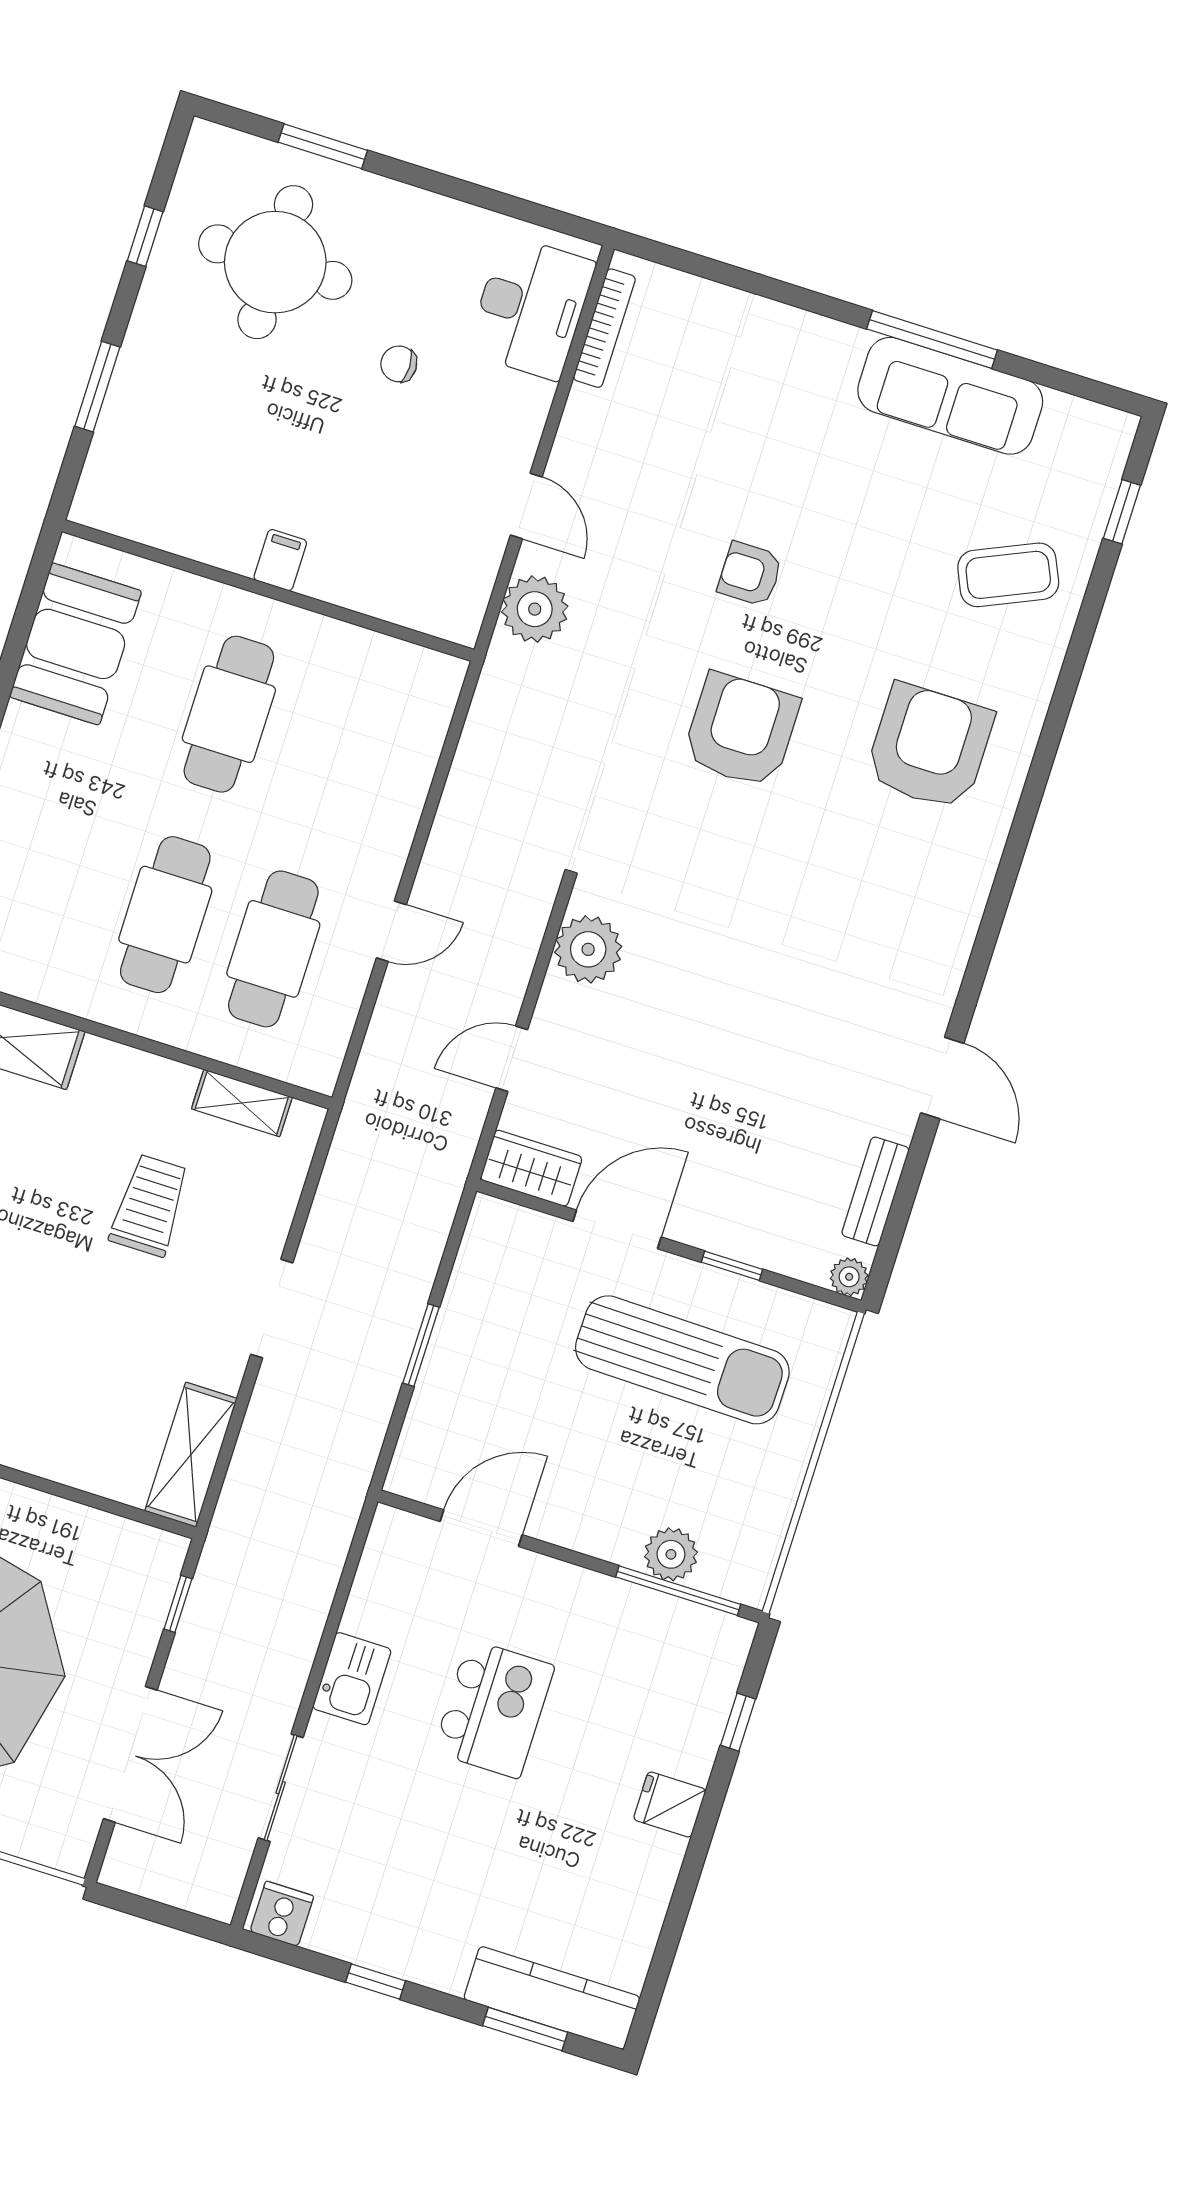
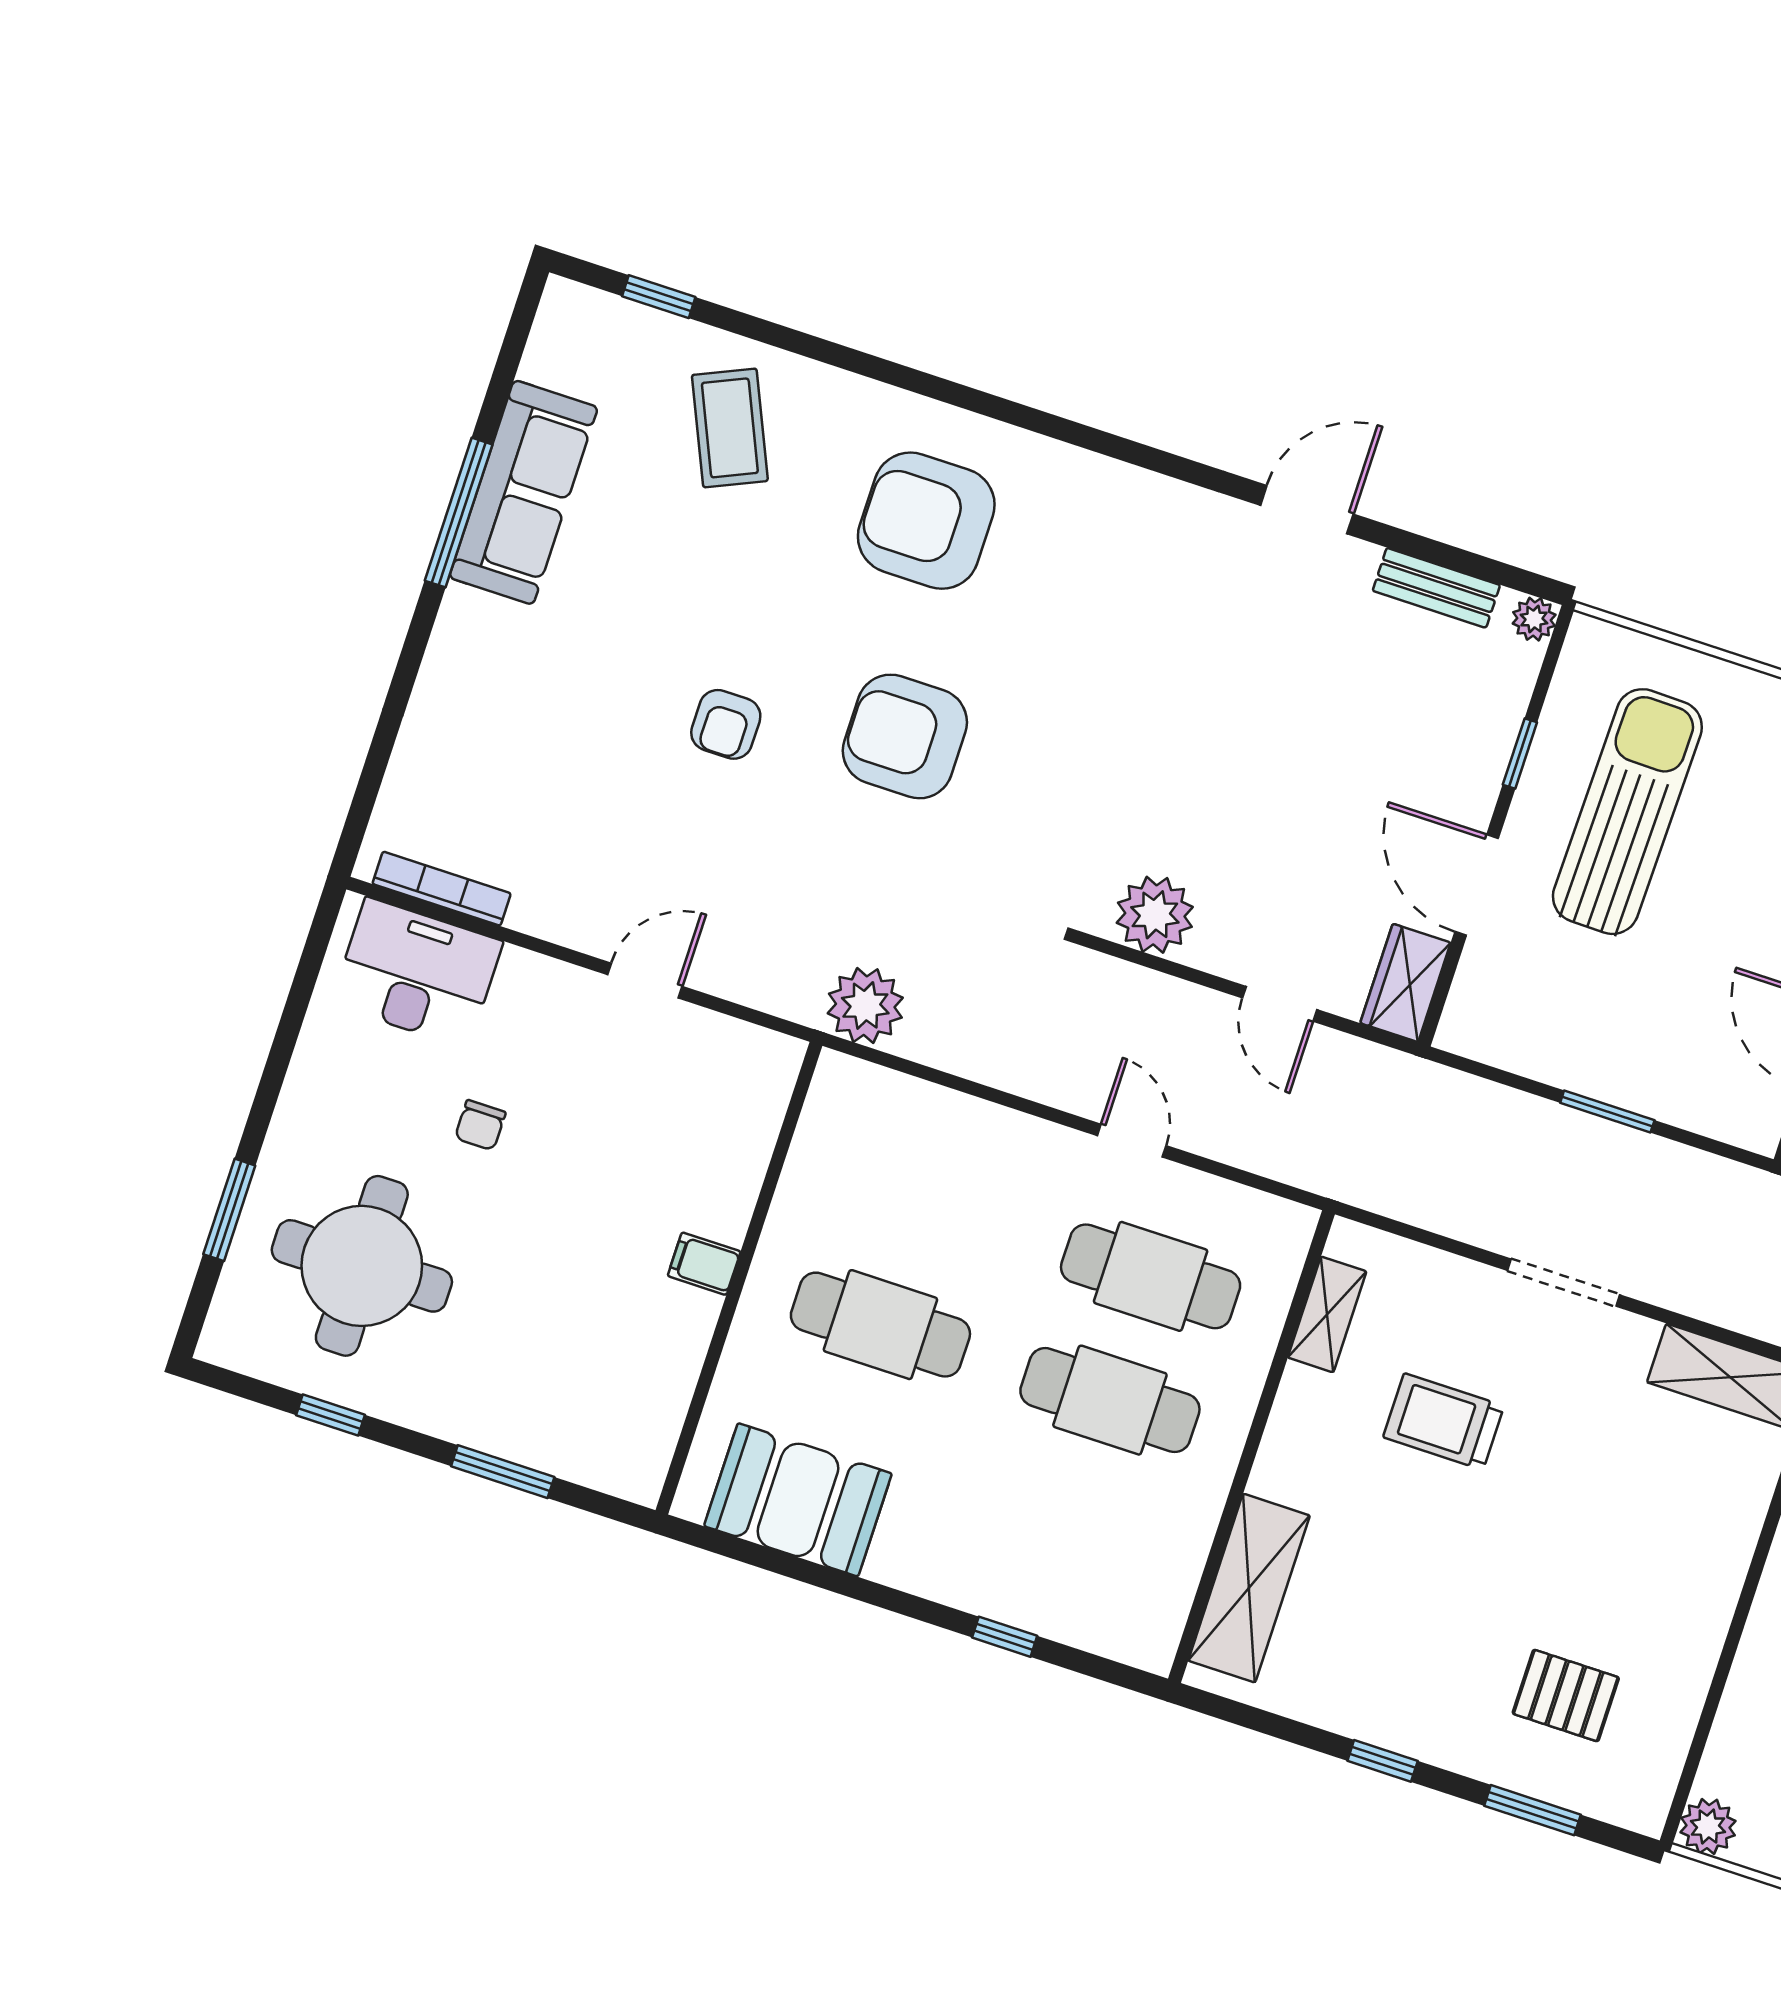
plant: (535, 609) -> (865, 1006), moved

